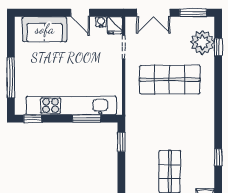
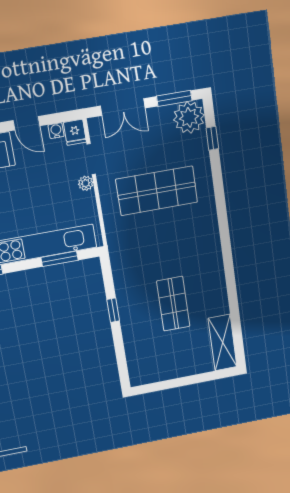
plant: (202, 42) -> (189, 117), moved
plant: (116, 64) -> (86, 183), added
window: (121, 142) -> (113, 310), moved
window: (218, 157) -> (230, 276), removed

